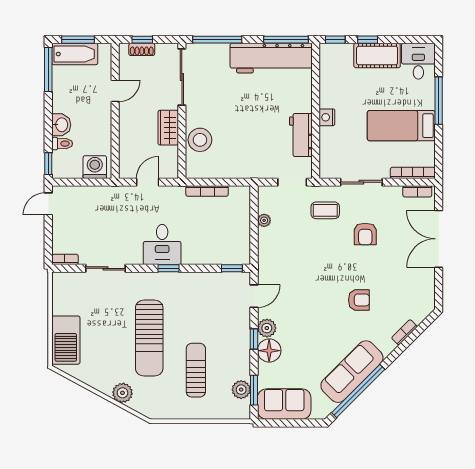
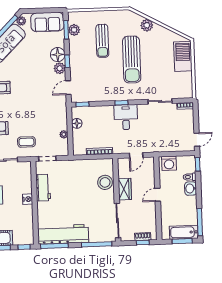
door: (115, 91) -> (158, 195), moved
floor lamp: (242, 237) -> (77, 123), added
sun lounger: (149, 338) -> (132, 59), turned 180
plant: (327, 407) -> (21, 21), added

